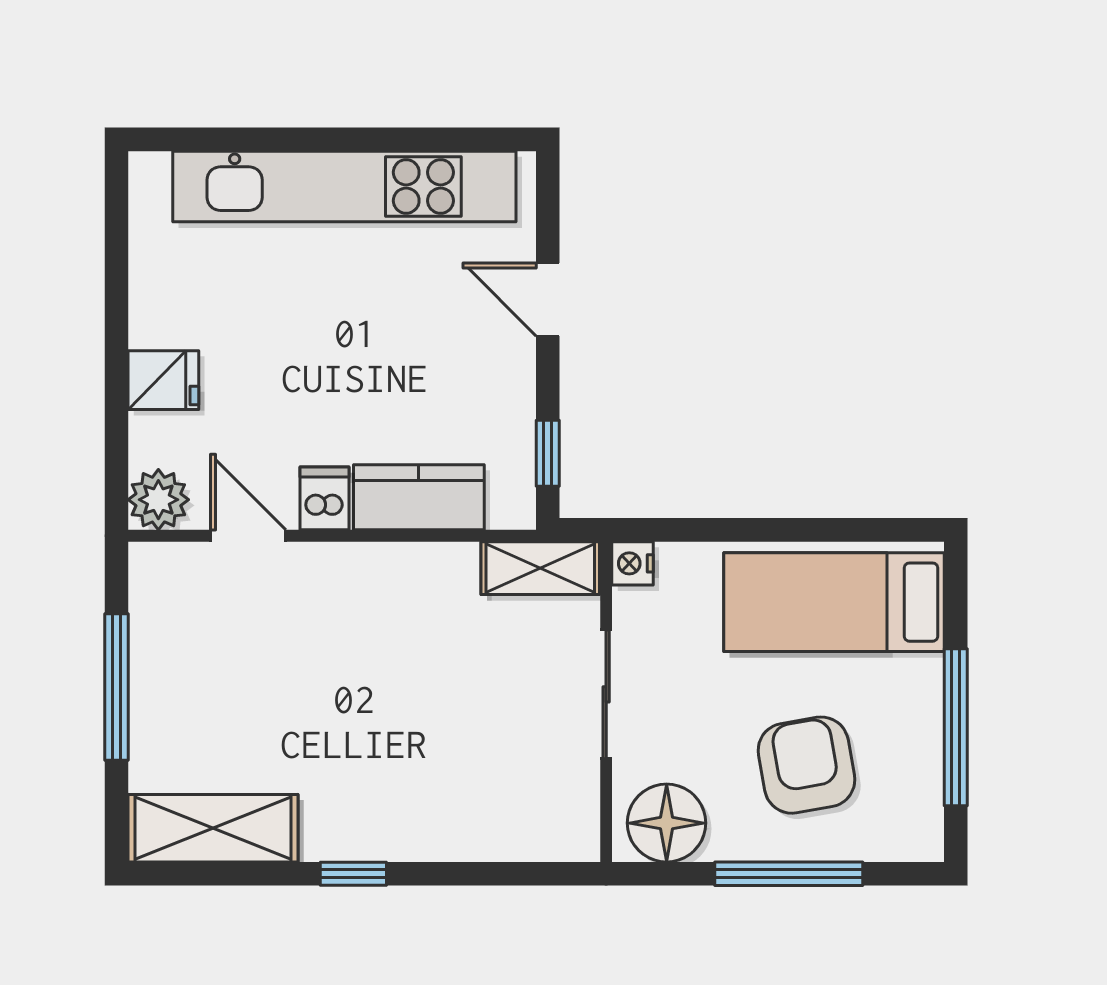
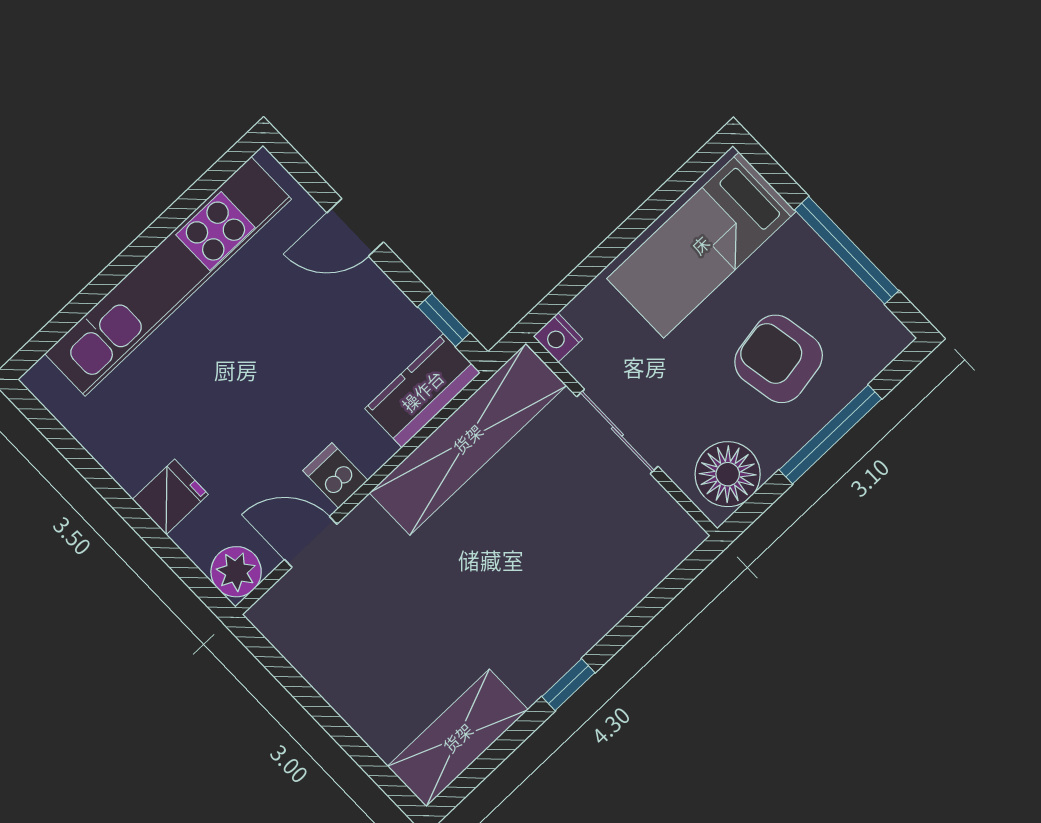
kitchen counter: (419, 497) -> (423, 391), moved
shelving: (540, 568) -> (468, 439), width x2.20, depth x1.33
window: (117, 687) -> (319, 709), removed

